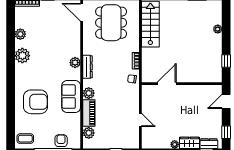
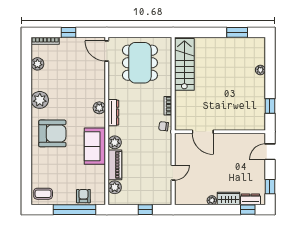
plant: (20, 34) -> (37, 64), moved
door: (167, 84) -> (203, 132), swing flipped
armchair: (36, 102) -> (52, 133), moved
door: (140, 120) -> (173, 173), hinge flipped

